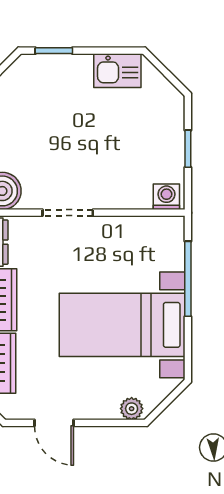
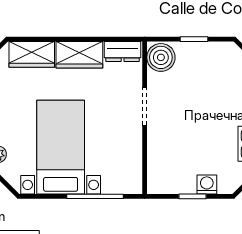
washing machine: (166, 197) -> (207, 184), moved, turned -90

